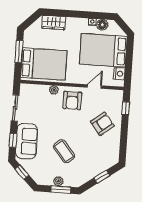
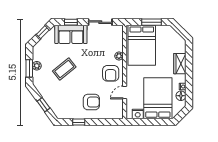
wardrobe: (54, 22) -> (180, 64), moved
door: (94, 86) -> (125, 92), swing flipped
armchair: (72, 100) -> (111, 73), turned -90
window: (126, 108) -> (79, 122), moved
armchair: (102, 124) -> (91, 102), turned -52

